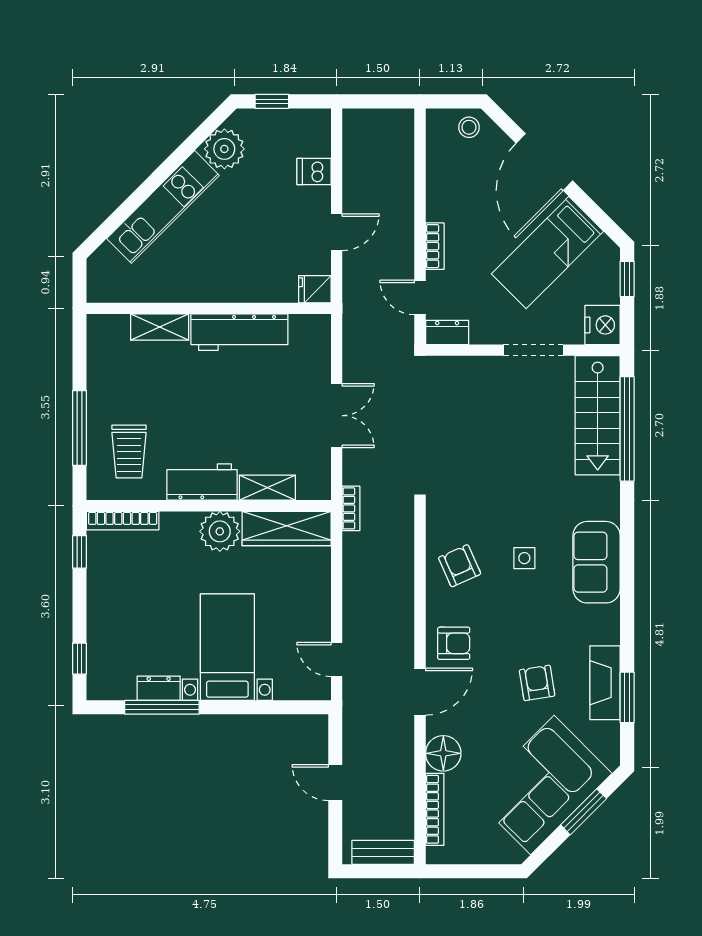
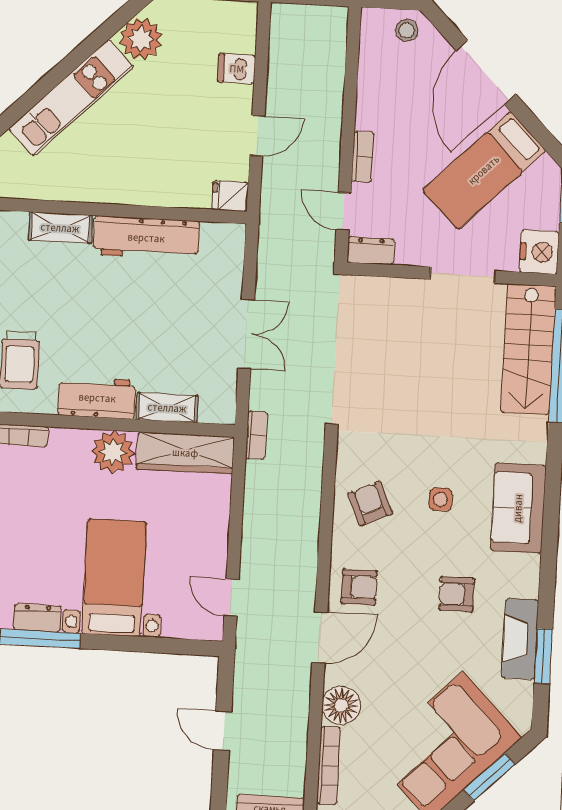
armchair: (537, 683) -> (457, 594), moved, turned -81

